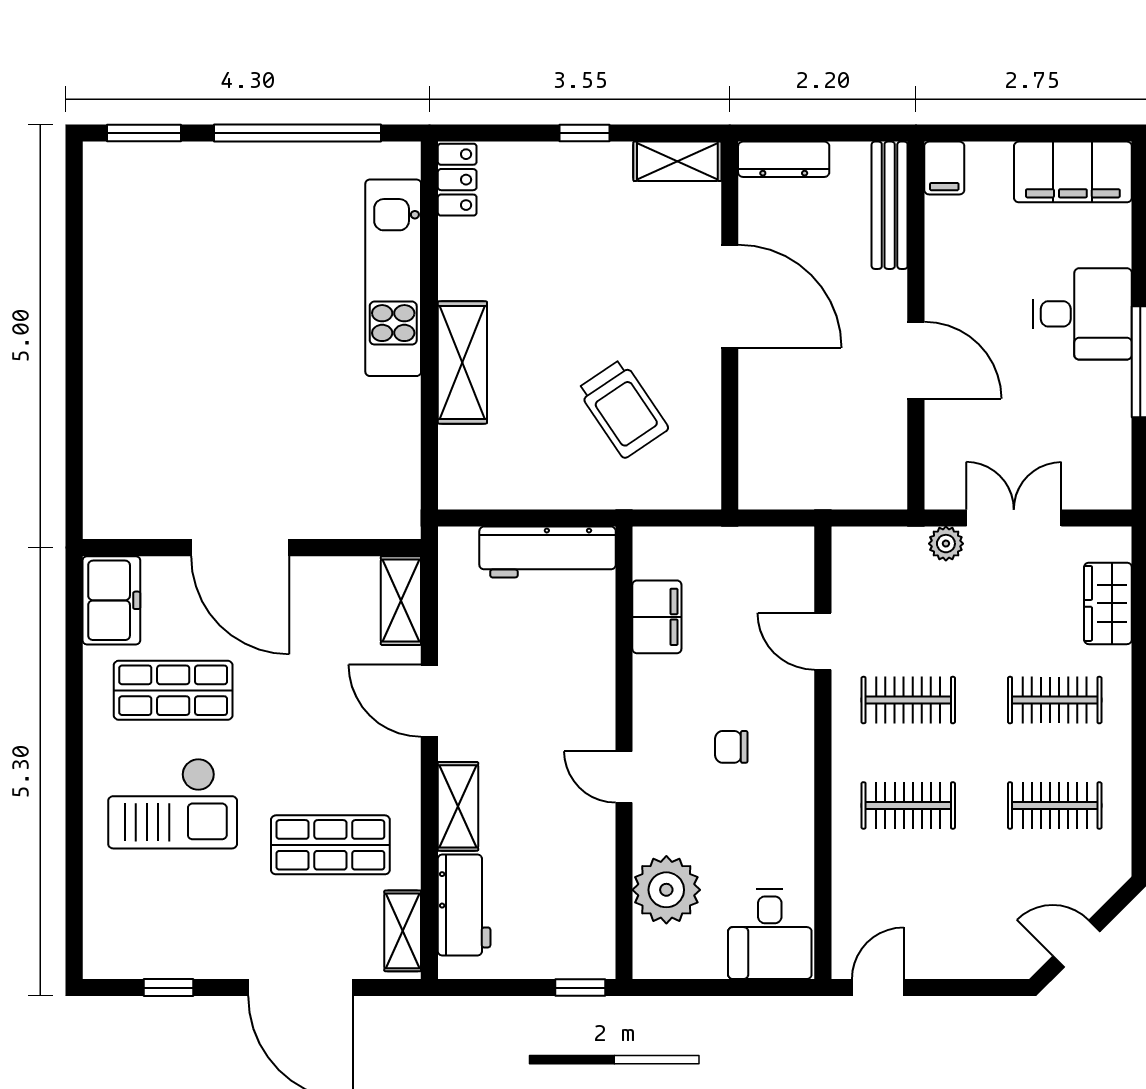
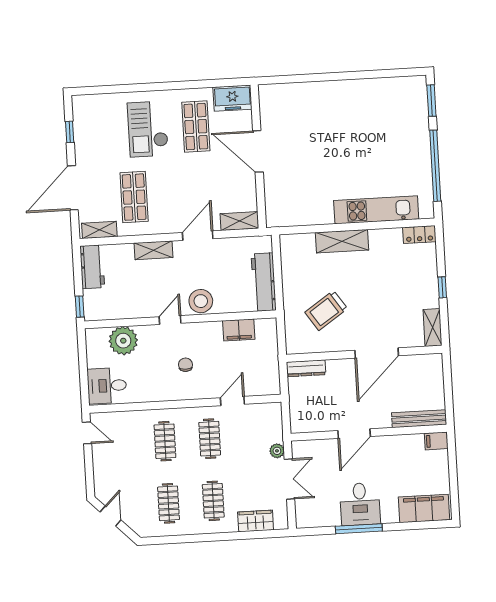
dresser: (784, 159) -> (306, 368), moved, turned -90
filing cabinet: (1073, 172) -> (424, 508), moved, turned 90
desk: (1082, 314) -> (360, 504), moved
door: (240, 548) -> (258, 151), hinge flipped
stool: (584, 702) -> (201, 301), added
workbench: (464, 905) -> (92, 267), moved, turned -90

